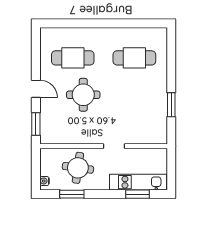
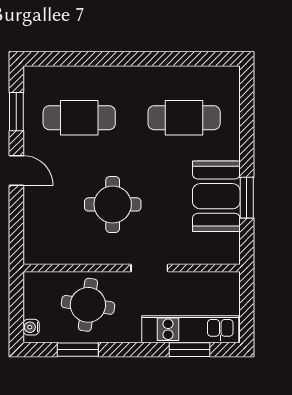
round table: (83, 95) -> (113, 204), moved
booth: (153, 104) -> (216, 196), added
window: (36, 124) -> (16, 112), moved

